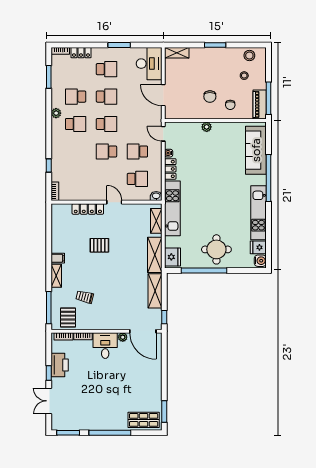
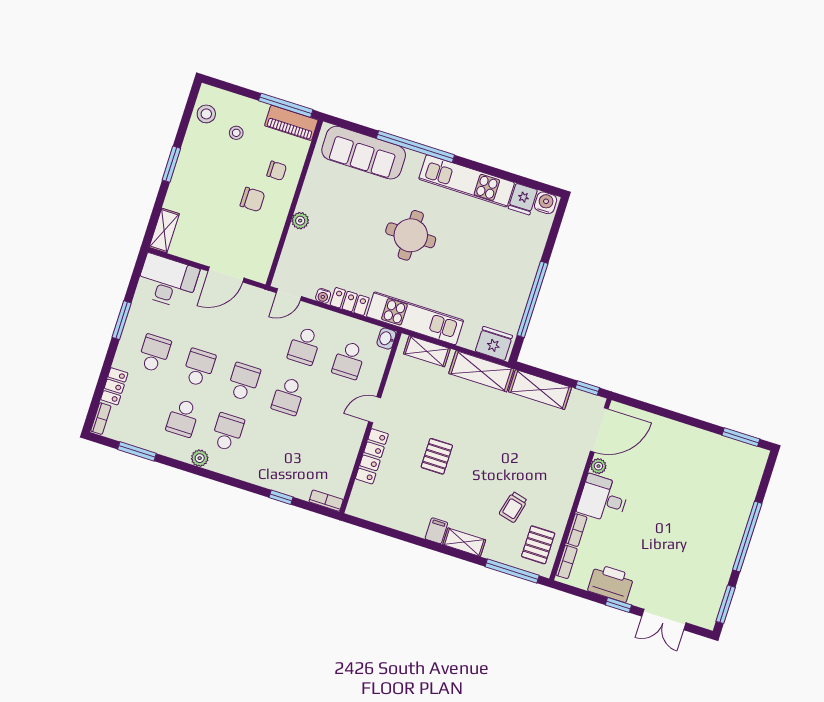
school desk: (137, 179) -> (349, 360), turned 180
round table: (216, 249) -> (411, 235), moved
pallet: (68, 318) -> (538, 545), turned 90
shop shelf: (144, 420) -> (744, 475), removed

